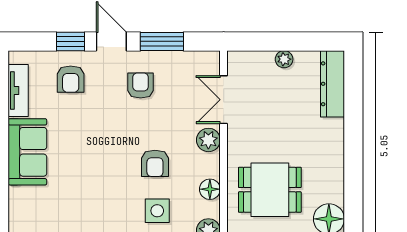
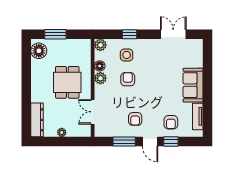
armchair: (71, 79) -> (171, 122), turned 180
double door: (224, 100) -> (93, 112), swing flipped
plant: (208, 140) -> (100, 78), moved
dining table: (270, 190) -> (67, 82), moved, turned 90

